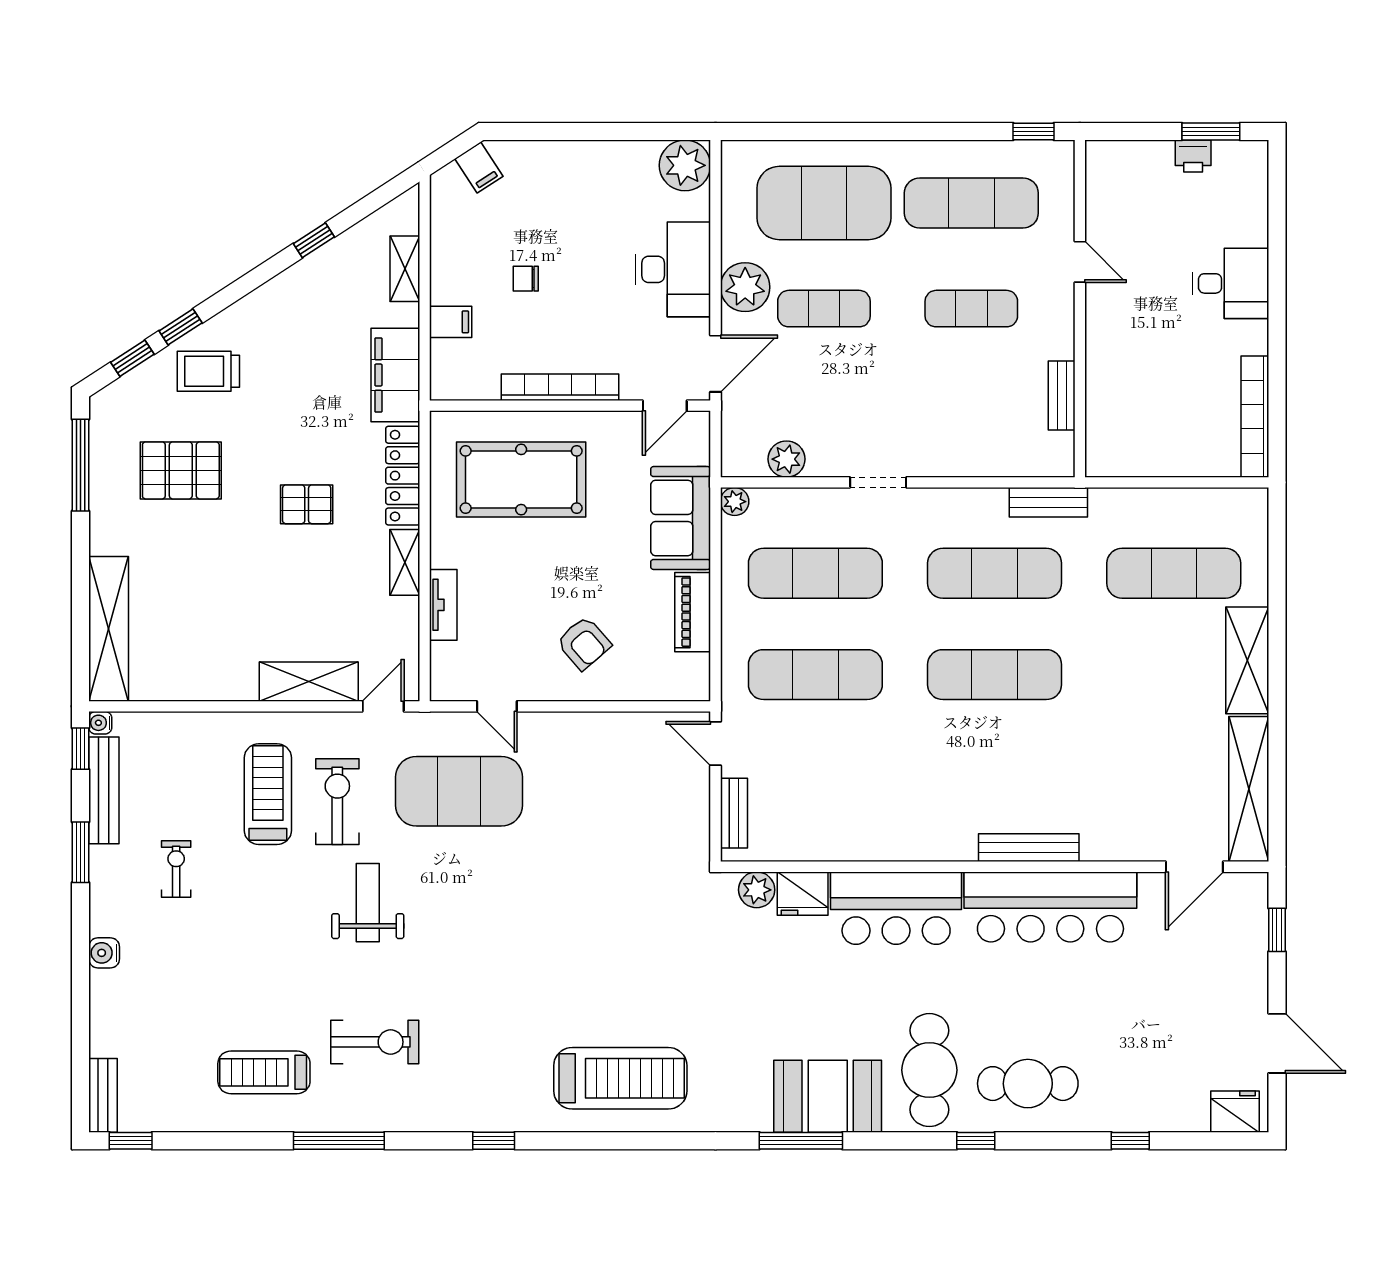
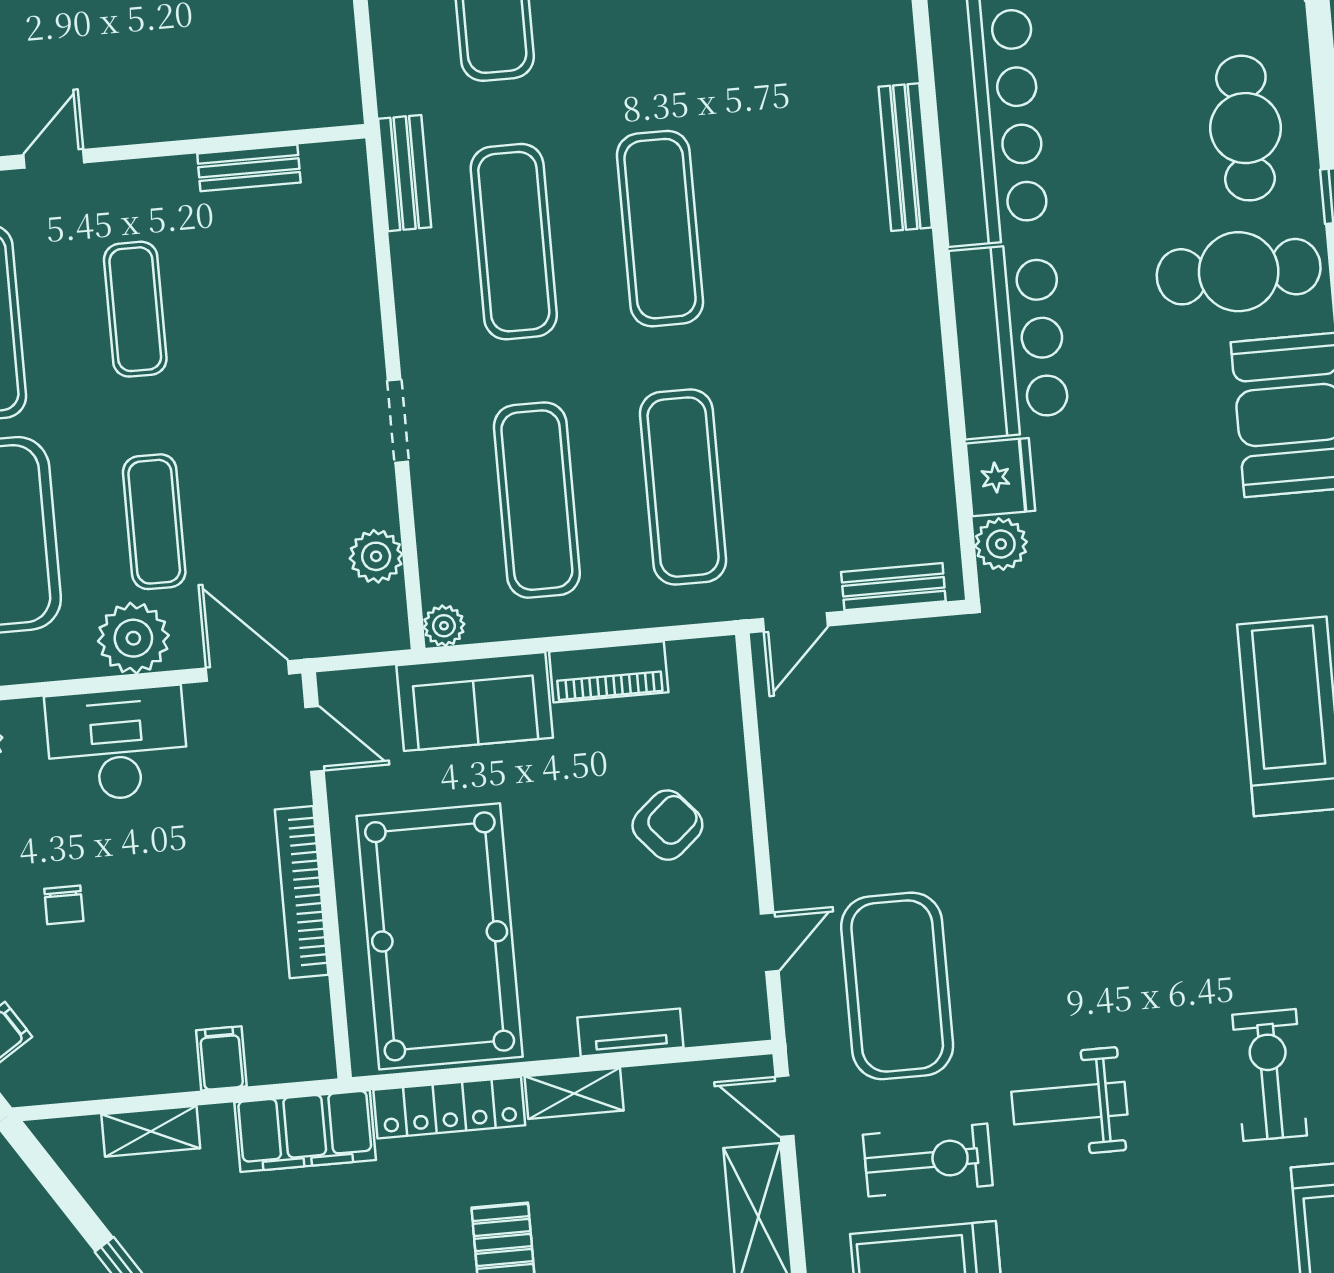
chair: (526, 279) -> (64, 905), moved
pool table: (521, 480) -> (440, 936), width x1.36, depth x1.32
exercise bike: (337, 802) -> (928, 1160), turned 180

